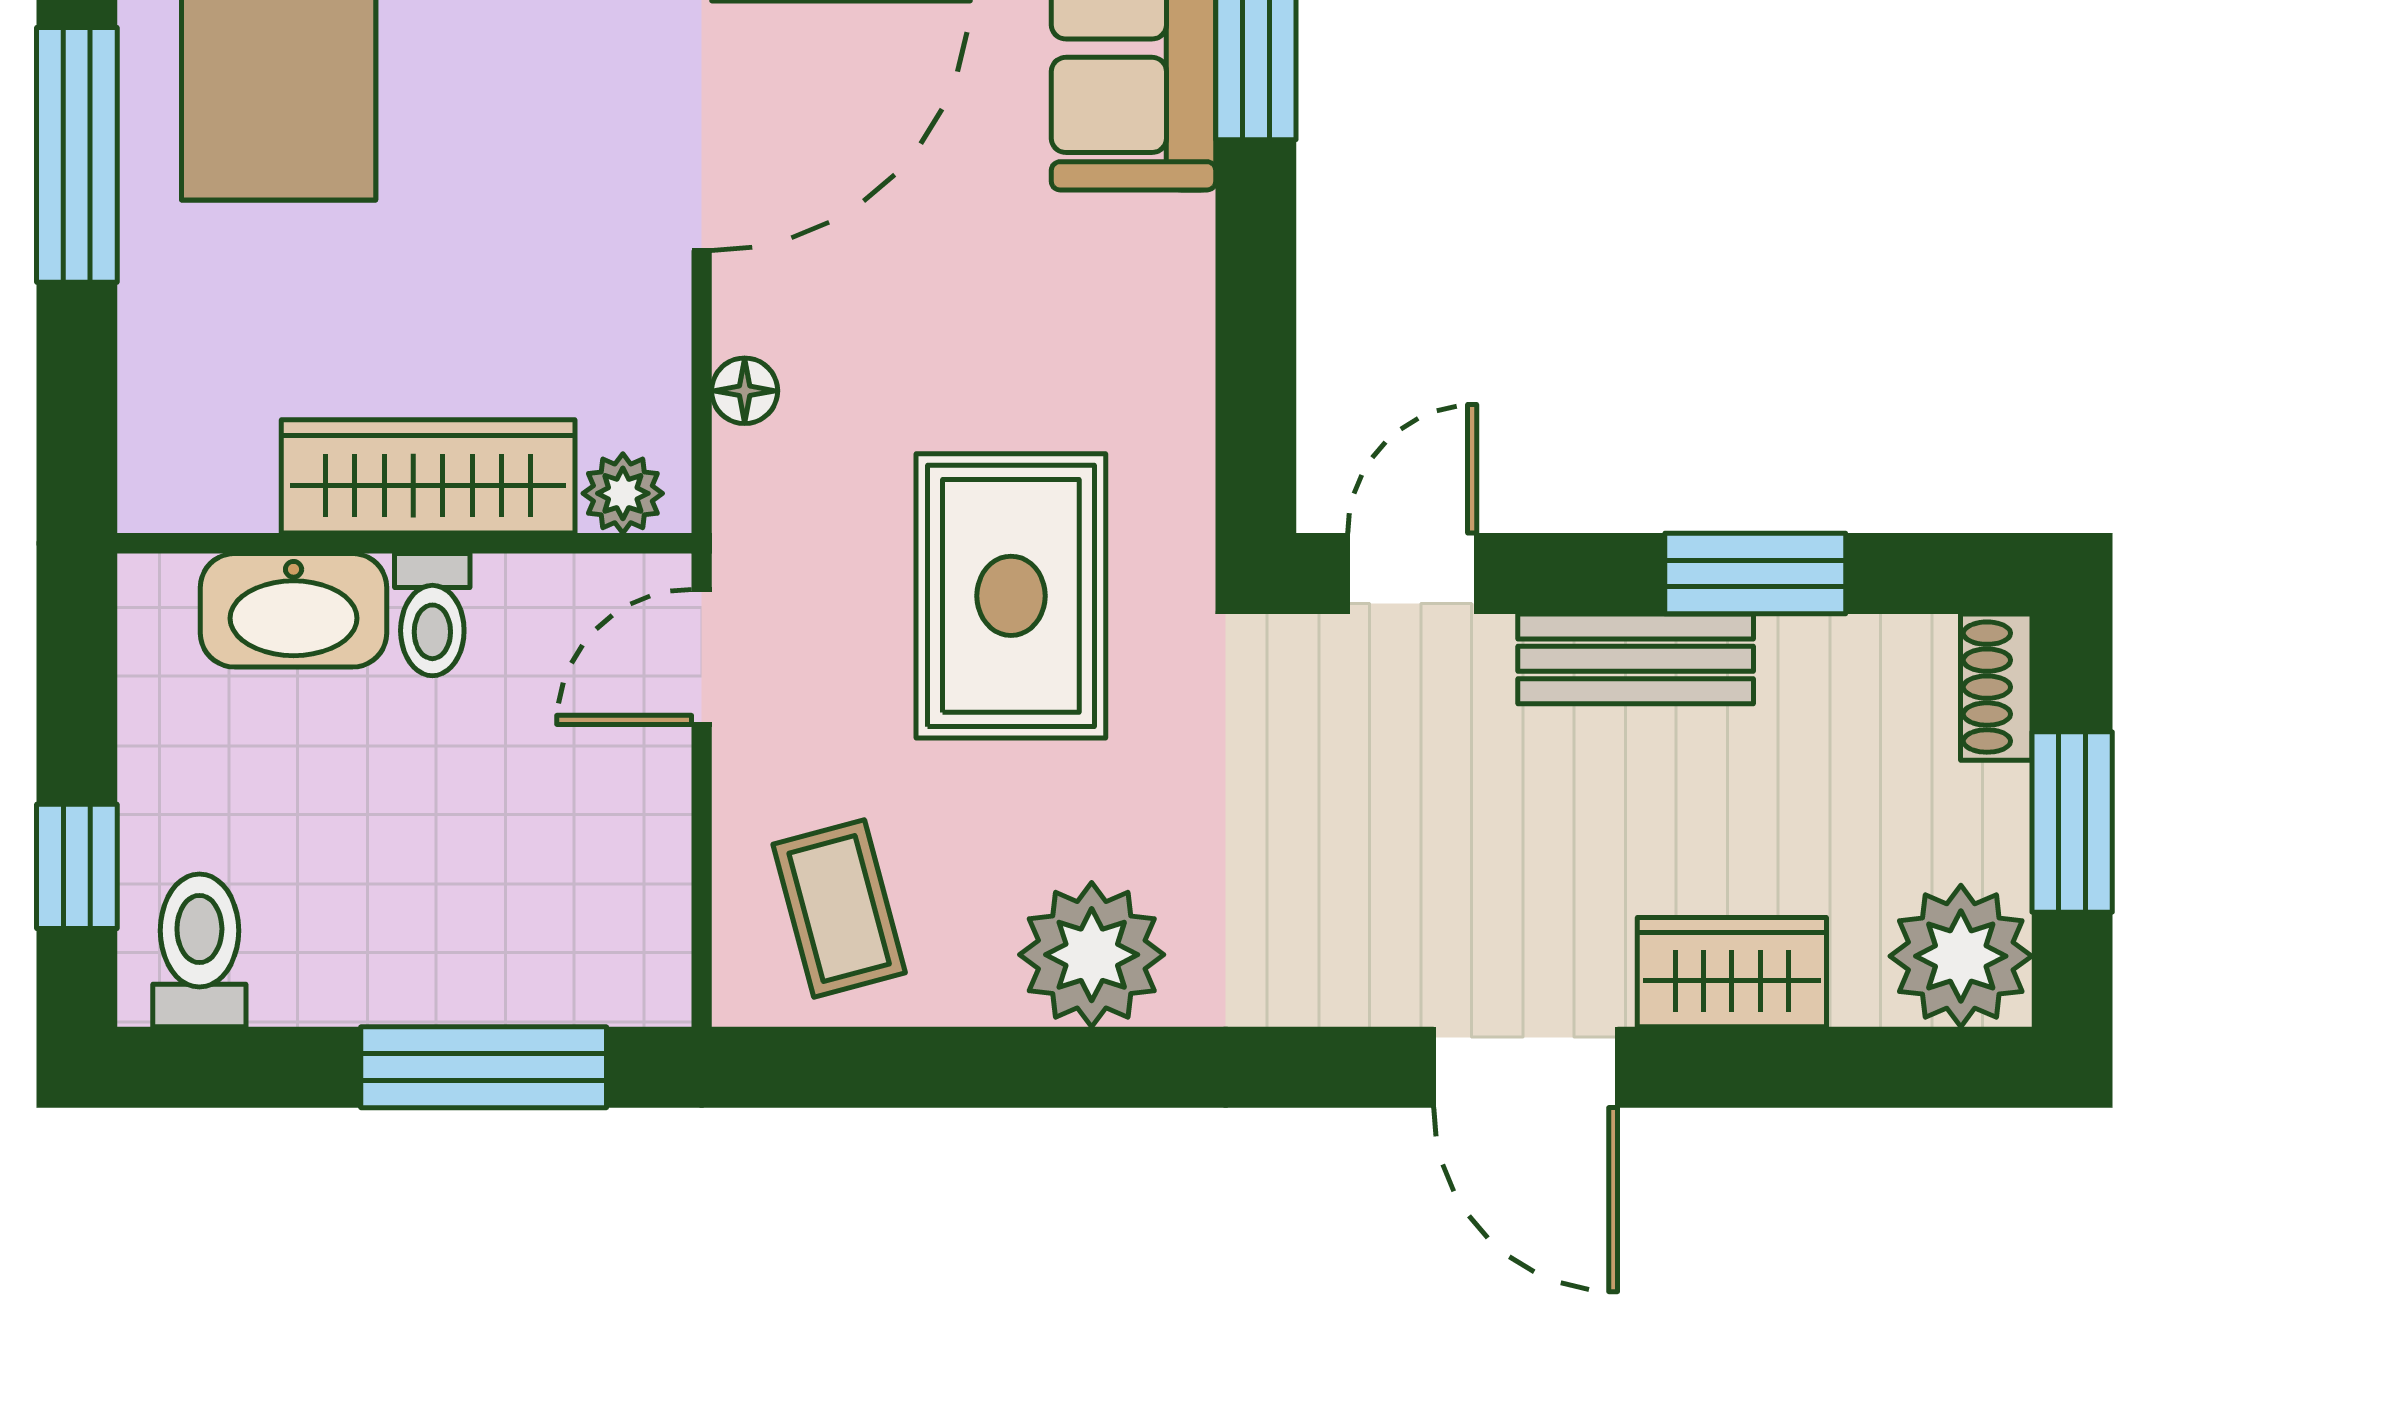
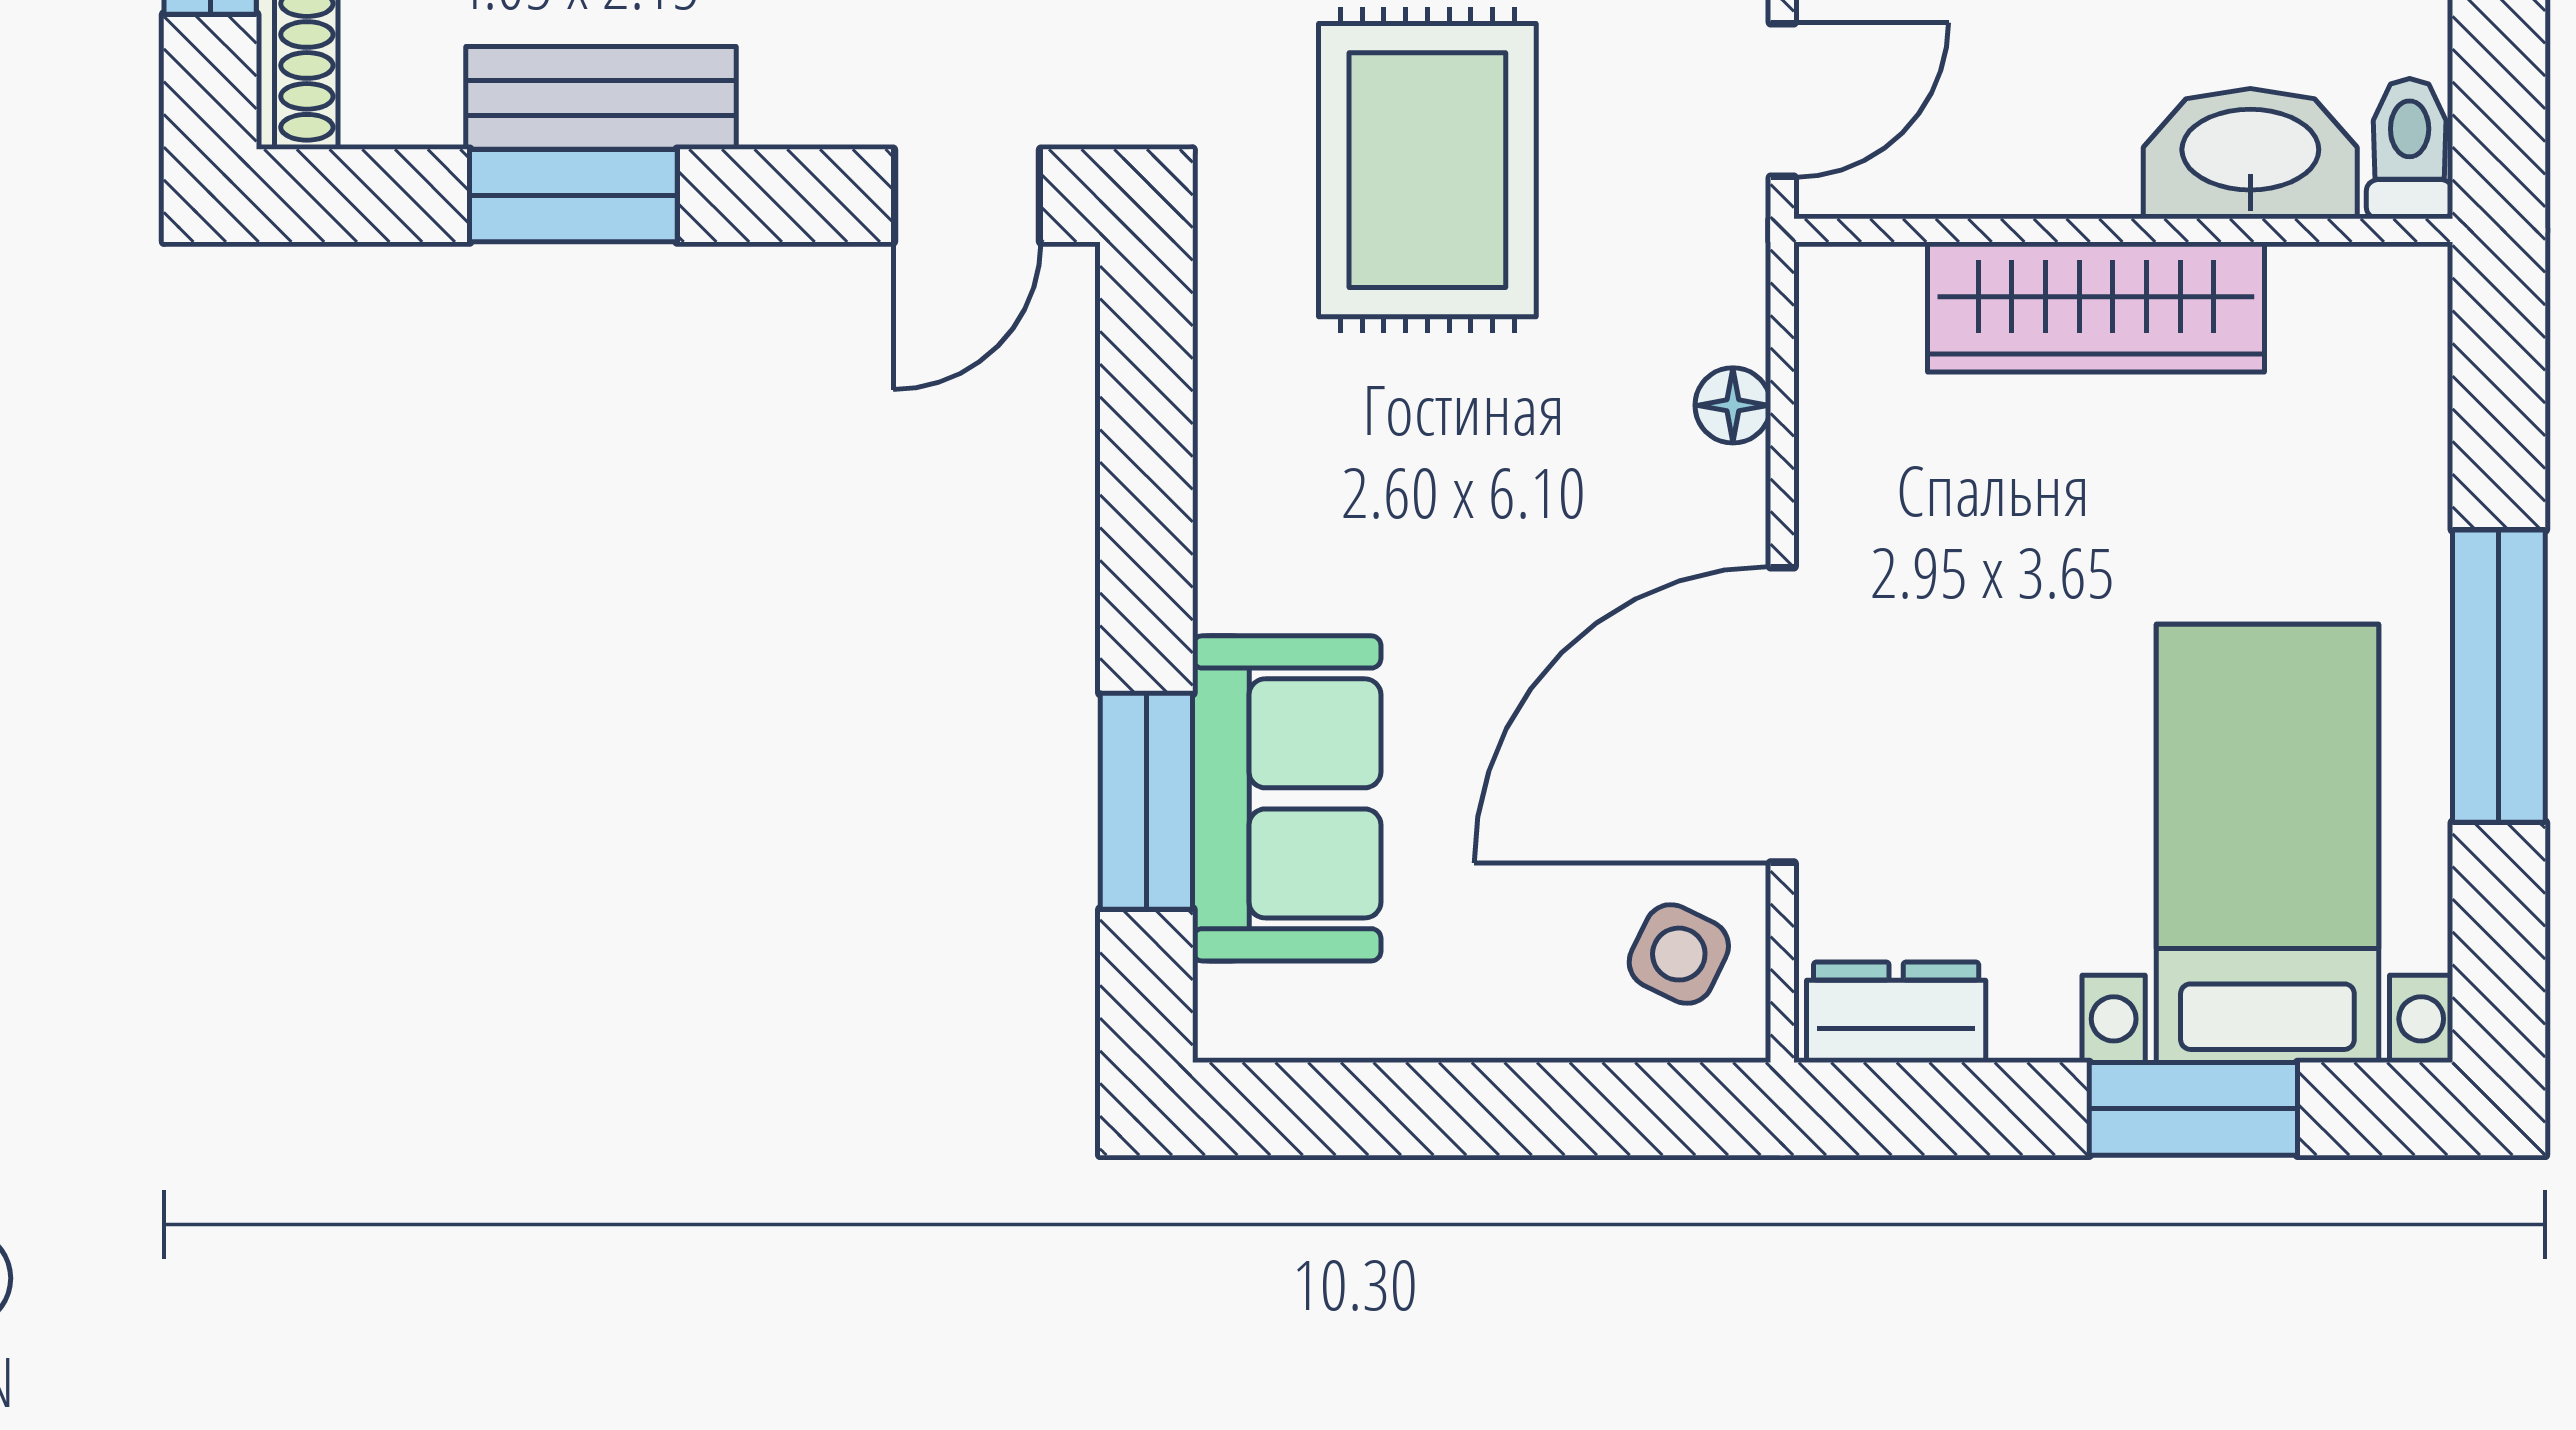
plant: (623, 493) -> (1873, 288), removed
toilet: (432, 615) -> (2410, 149), moved
bench: (1636, 659) -> (601, 98), moved

